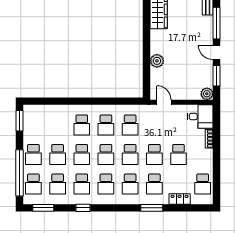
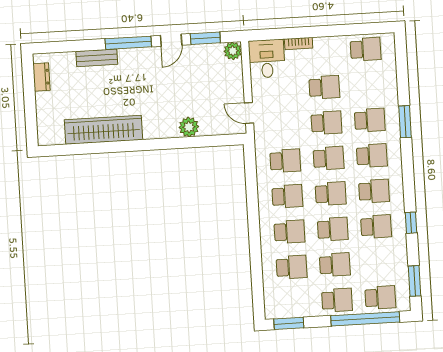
door: (164, 102) -> (249, 113), hinge flipped
school desk: (58, 184) -> (292, 267), moved
locker: (180, 199) -> (390, 82), removed

